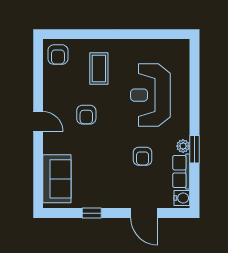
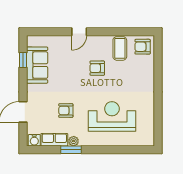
coffee table: (99, 68) -> (120, 48), moved, turned 90
door: (38, 121) -> (79, 32), moved
sofa: (57, 179) -> (37, 65), moved, turned -90
window: (92, 213) -> (23, 60), moved

